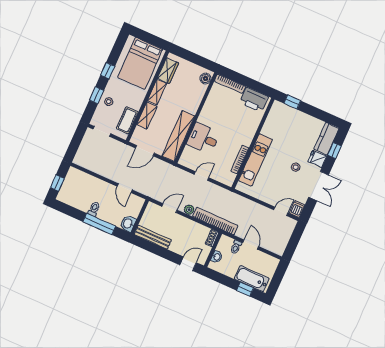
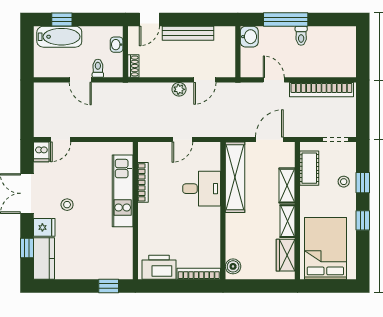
window: (57, 183) -> (363, 48), removed
bookcase: (215, 221) -> (321, 90), moved
bench: (153, 237) -> (188, 33), moved

